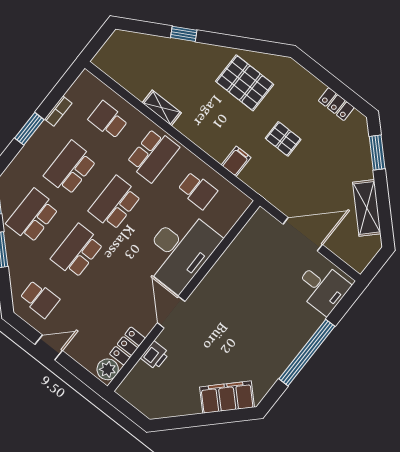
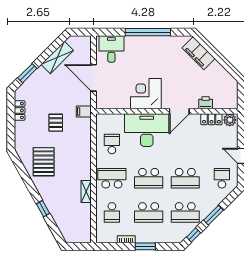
filing cabinet: (236, 161) -> (84, 112), moved
corner desk: (228, 287) -> (146, 94), added

